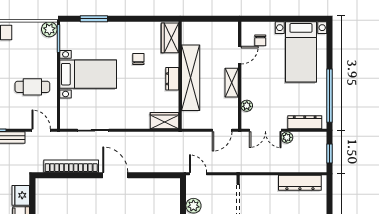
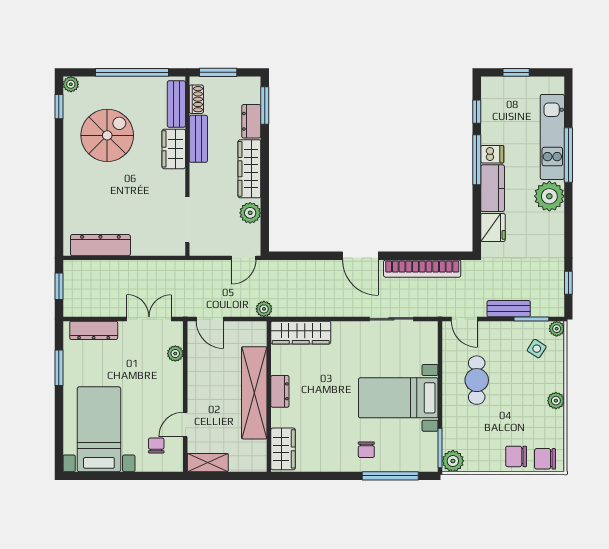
window: (94, 19) -> (390, 476), width x1.44
chair: (138, 59) -> (366, 450), moved
shelving: (232, 83) -> (208, 463), moved, turned 90
cafe table: (32, 87) -> (477, 380), turned 90
window: (329, 96) -> (59, 368), width x0.47
wardrobe: (165, 121) -> (301, 333), width x1.50
door: (222, 130) -> (210, 319), swing flipped
plant: (287, 137) -> (264, 309), moved
door: (198, 174) -> (244, 258), hinge flipped

